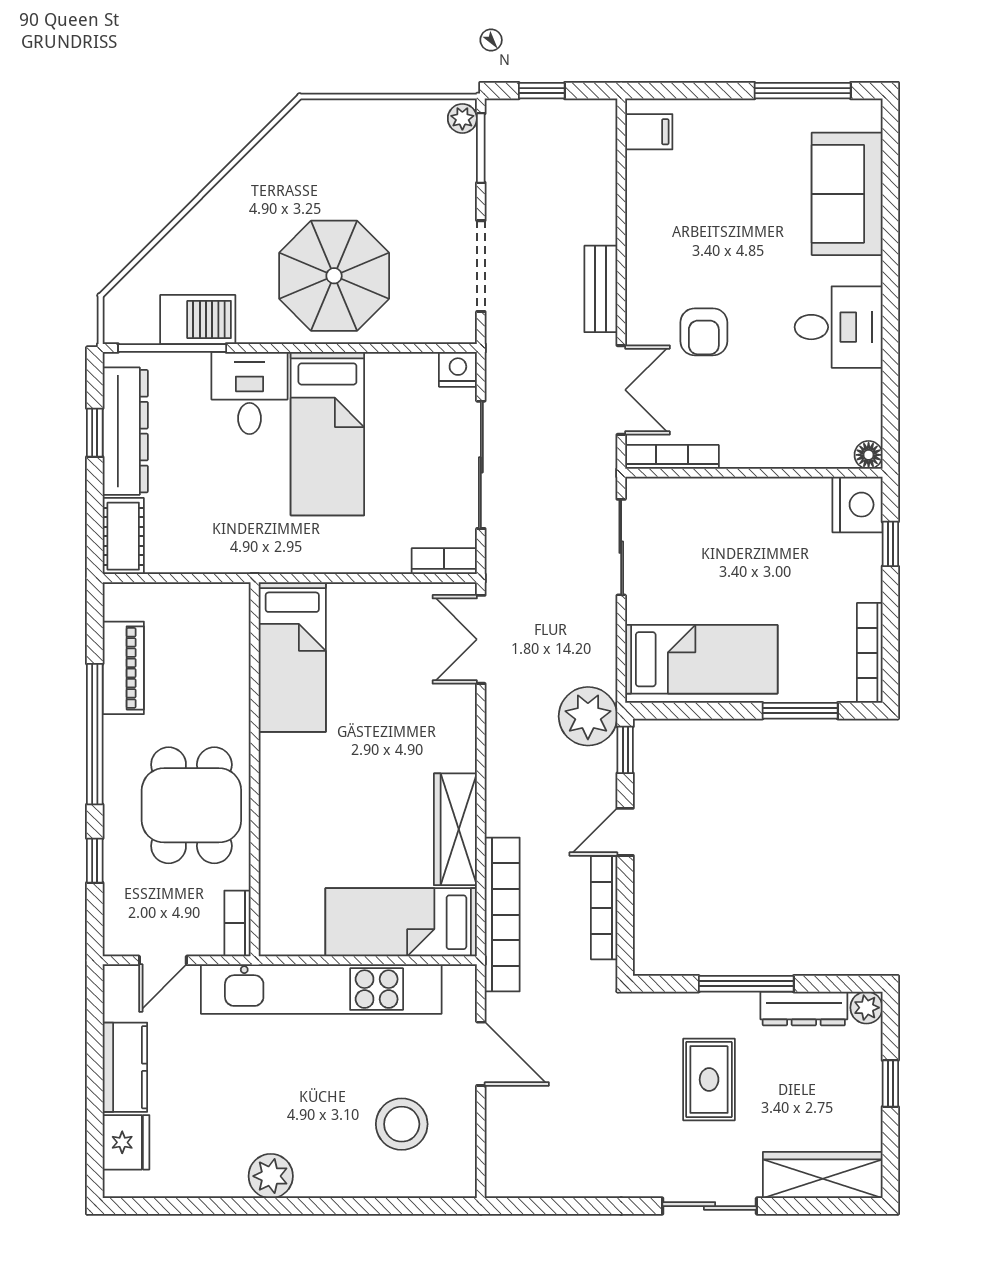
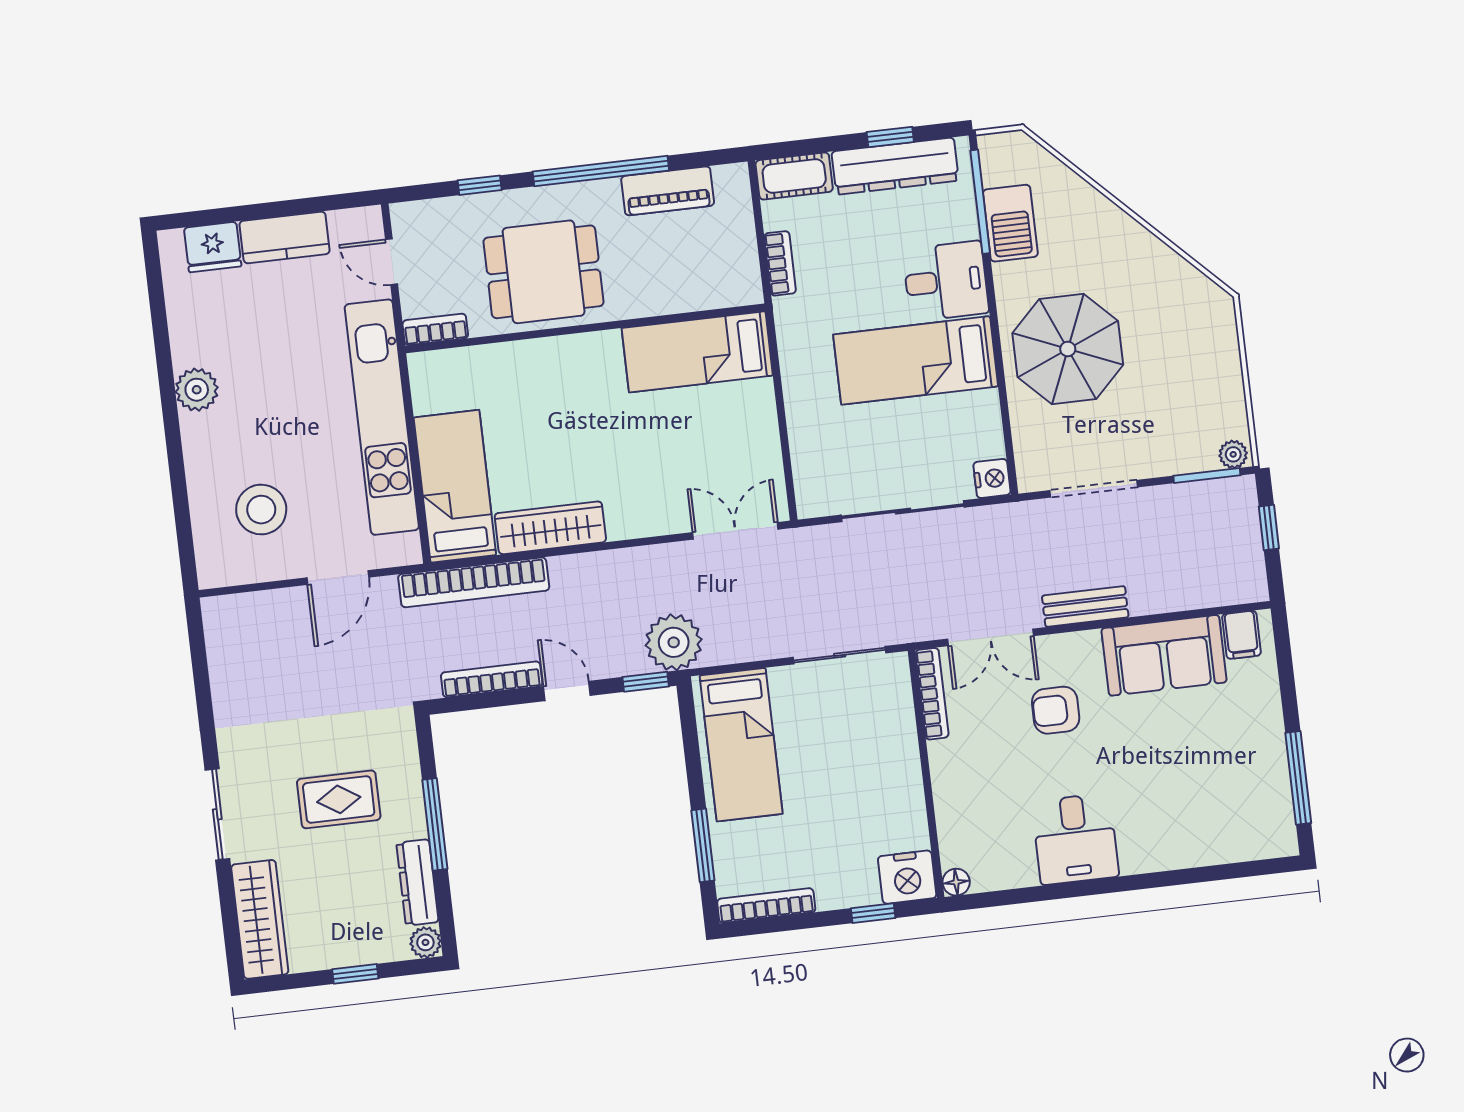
sofa: (847, 194) -> (1164, 655), moved, turned 180
bookcase: (444, 561) -> (780, 263), moved

